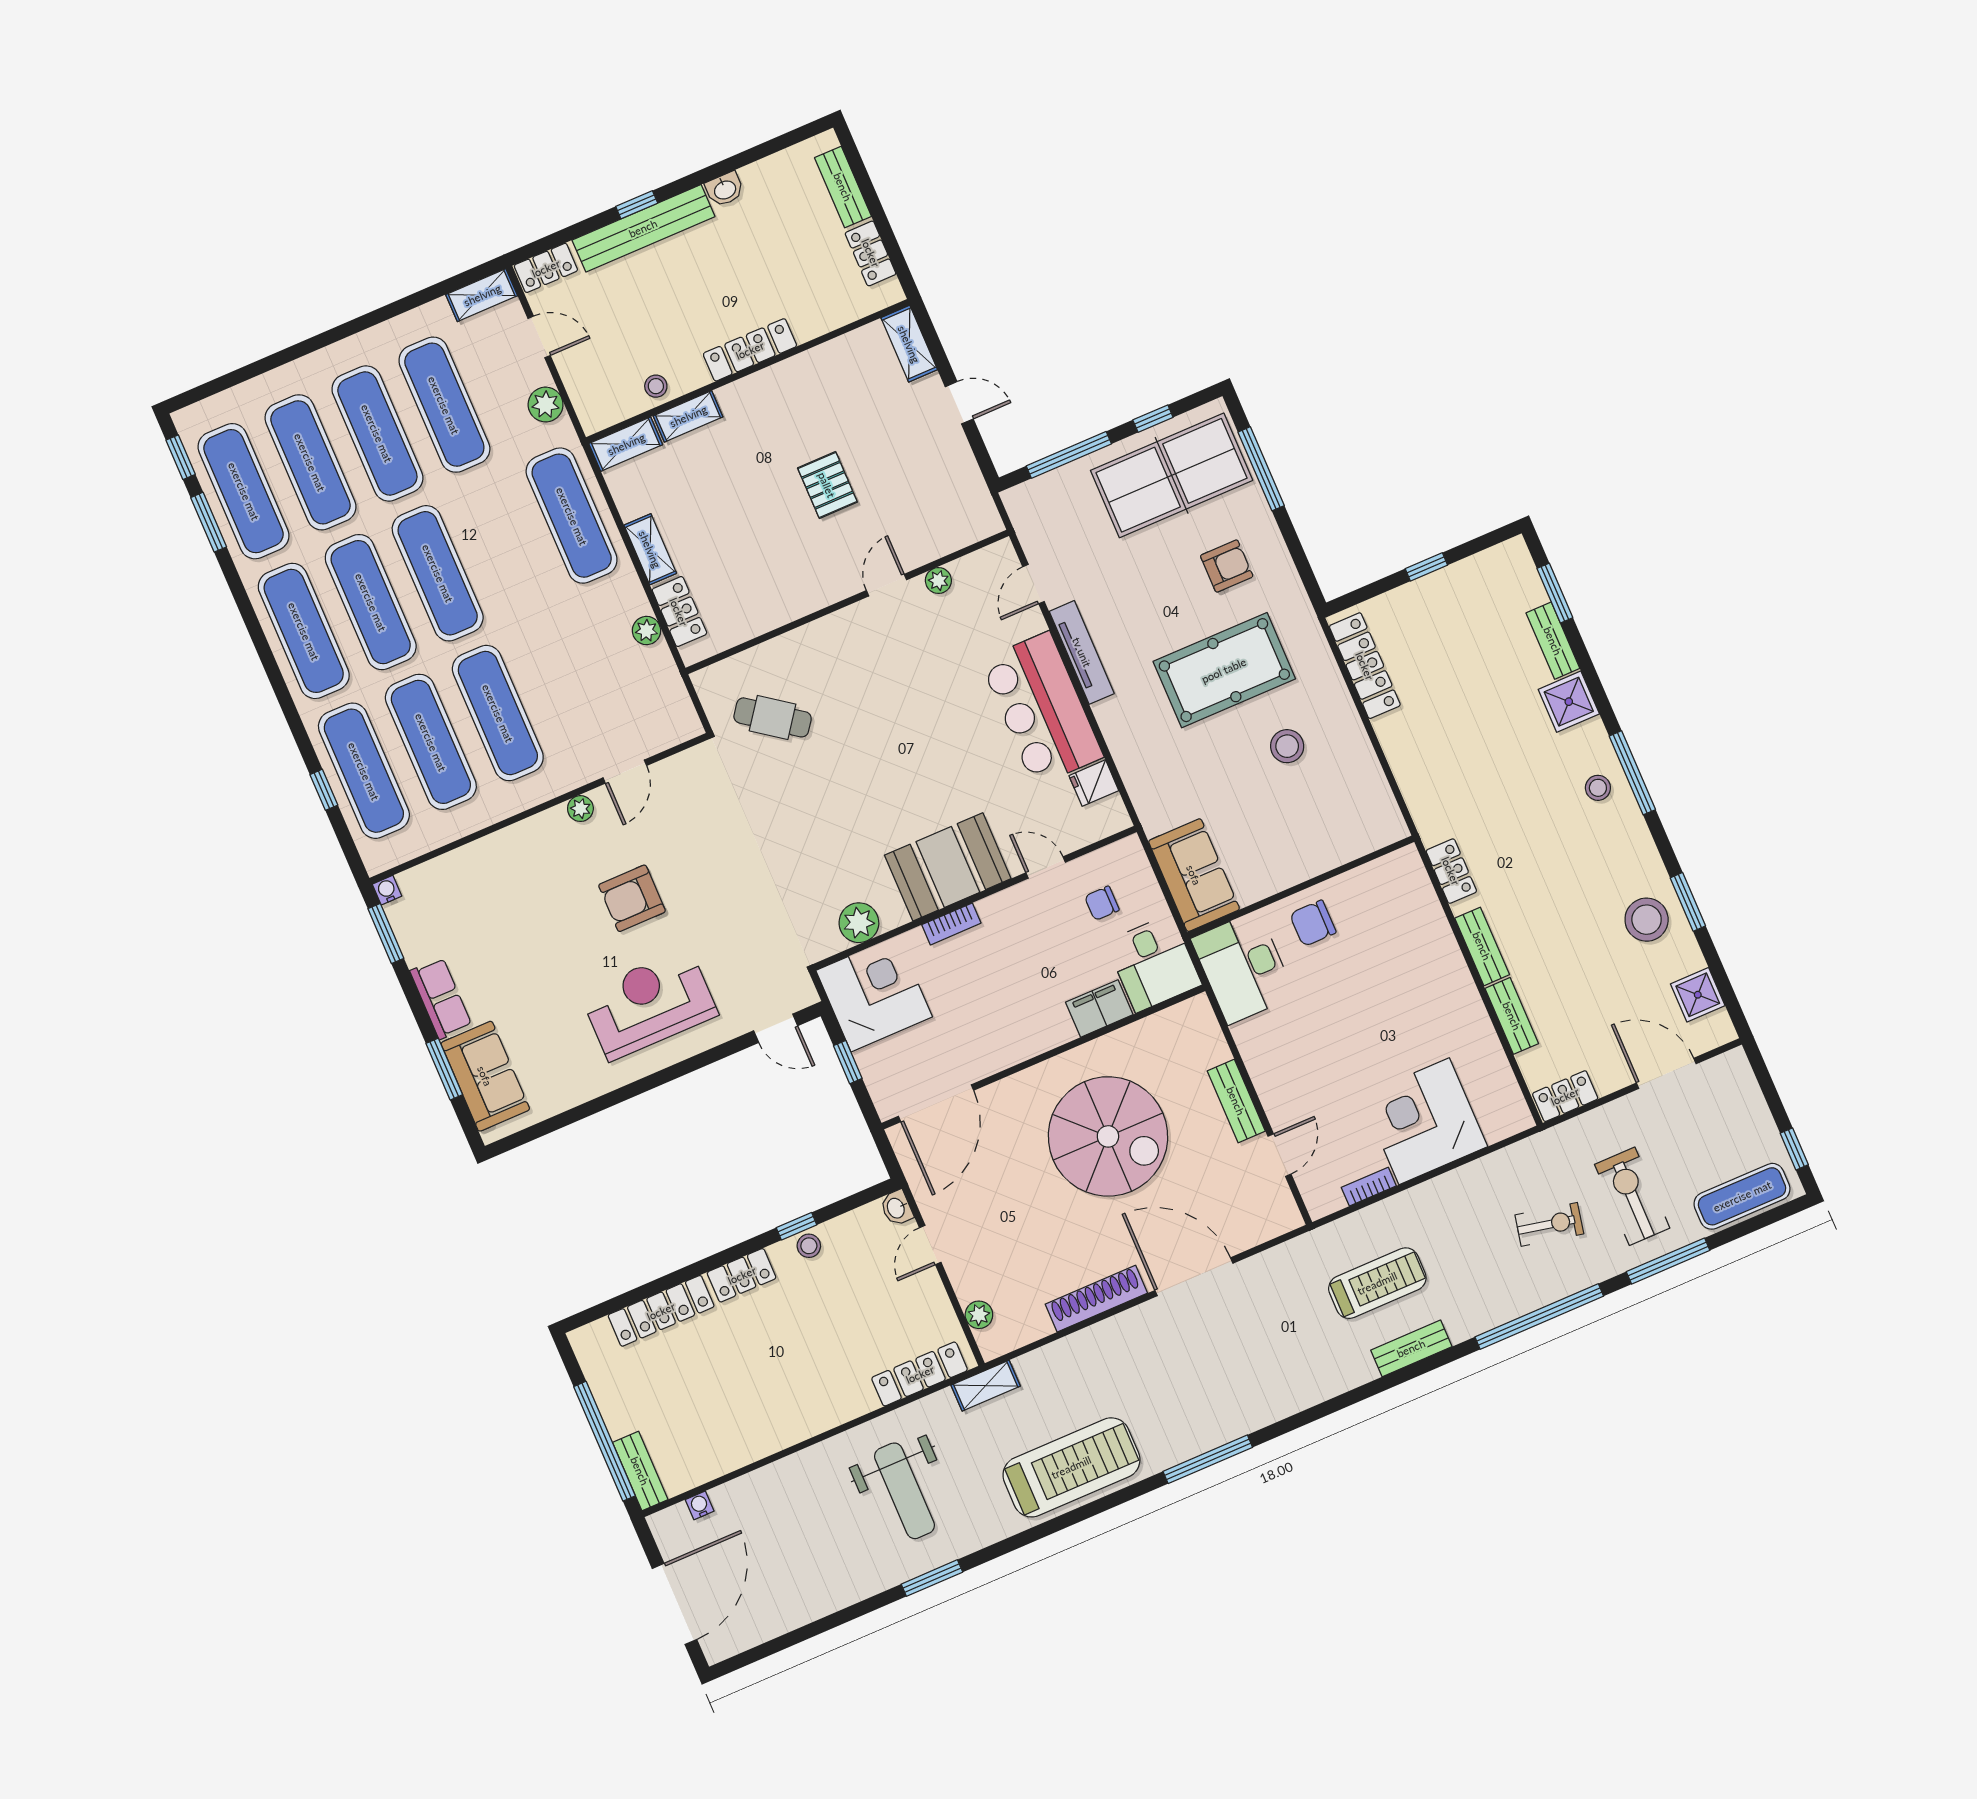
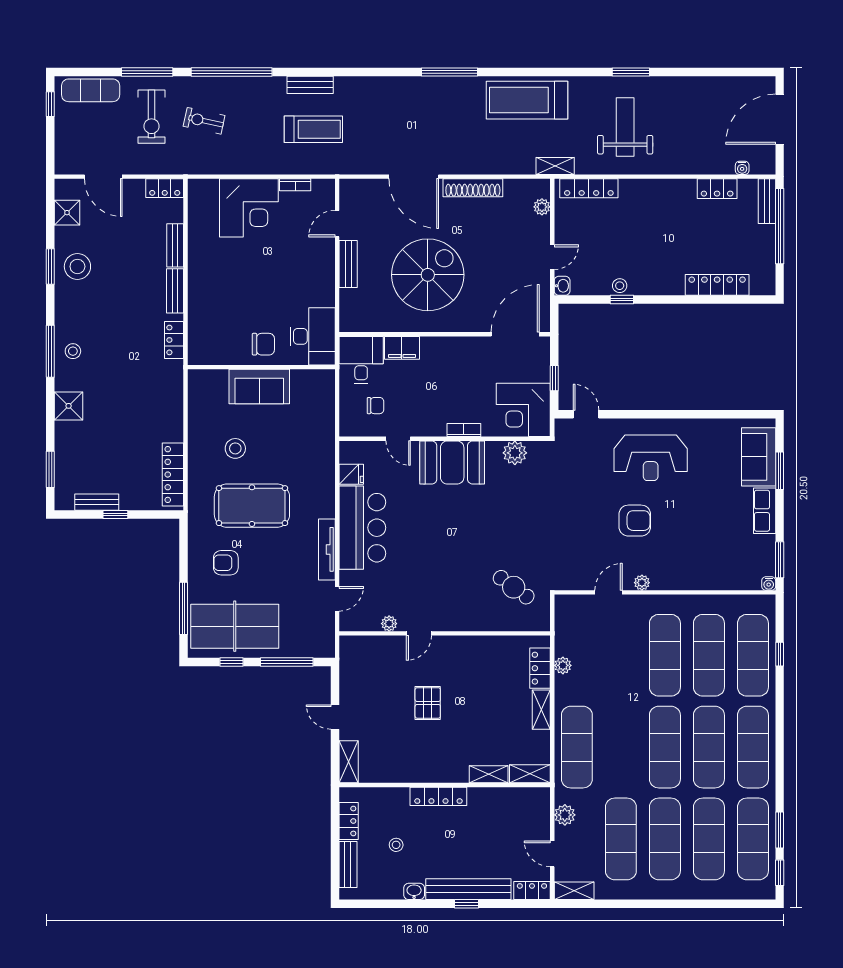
stool: (656, 386) -> (396, 845), moved
bench: (1553, 641) -> (97, 502), moved, turned 90
sofa: (1194, 875) -> (259, 387), moved, turned -90
spiral stairs: (1108, 1136) -> (428, 275), turned 90
locker: (742, 1275) -> (717, 189), moved, turned 180
treadmill: (1377, 1283) -> (313, 129), turned 180

